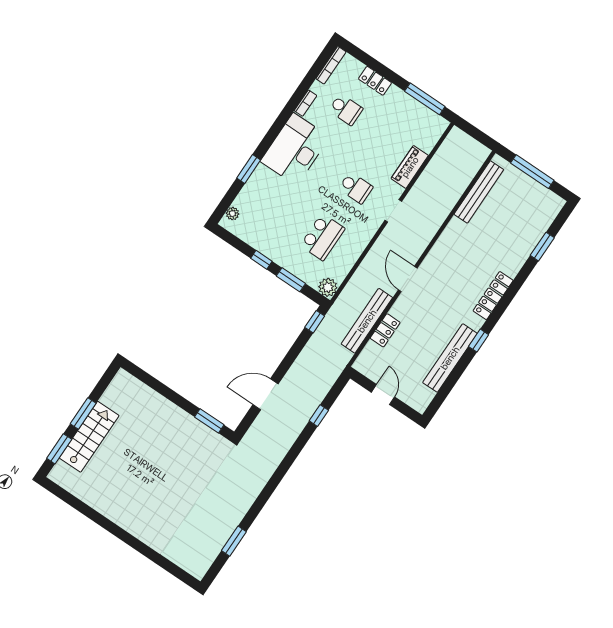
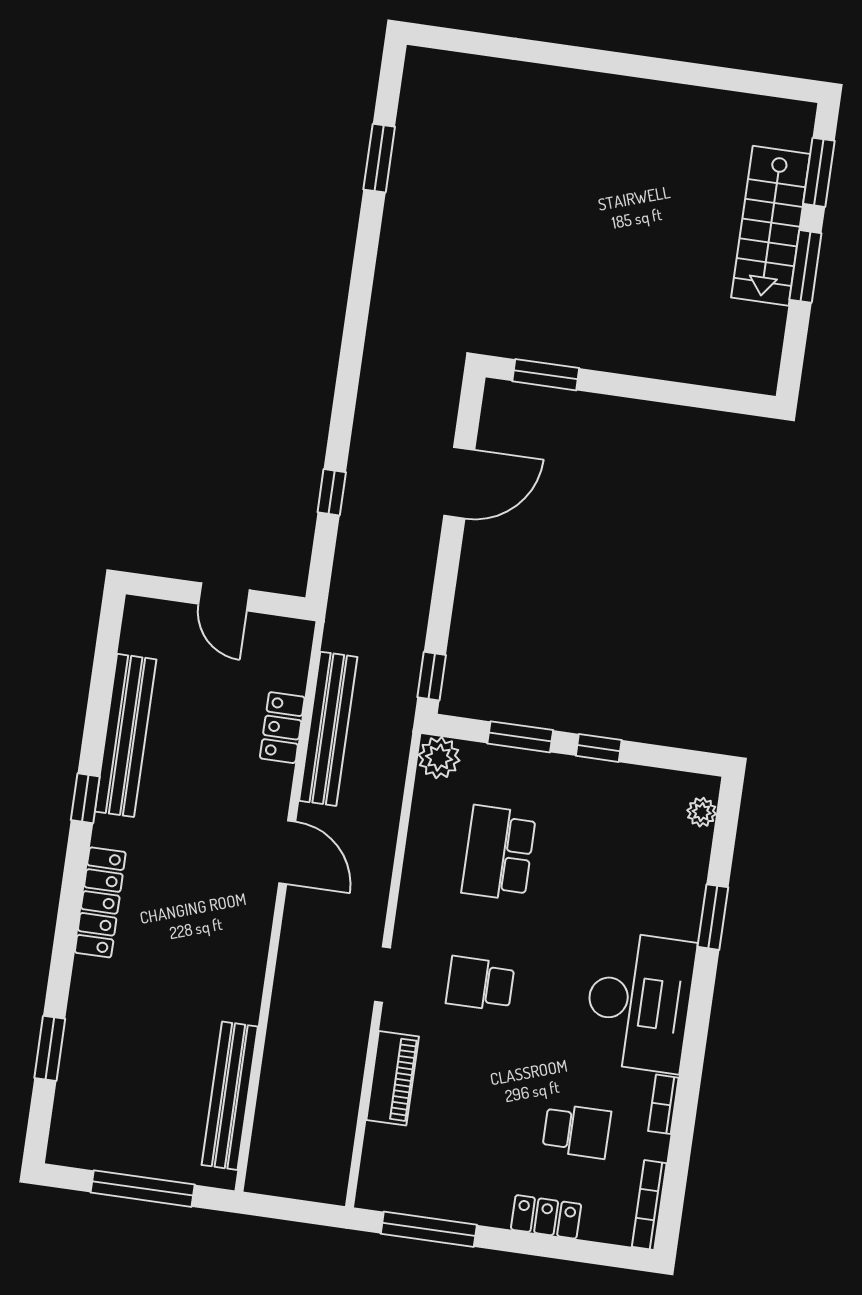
school desk: (346, 109) -> (577, 1131), turned 180

